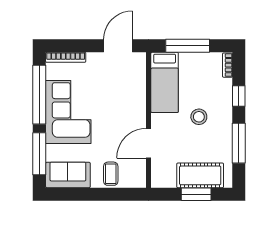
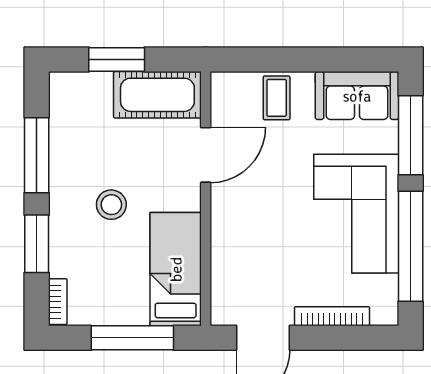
bookcase: (66, 57) -> (332, 316), moved
window: (239, 96) -> (37, 244), width x1.50
cot: (200, 175) -> (157, 95), moved

